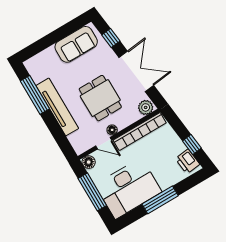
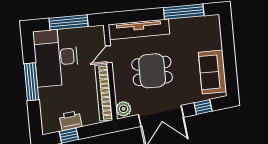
tv unit: (57, 107) -> (139, 29), moved
floor lamp: (112, 130) -> (117, 68), removed
printer: (187, 161) -> (71, 121), moved
floor lamp: (89, 162) -> (98, 32), removed

